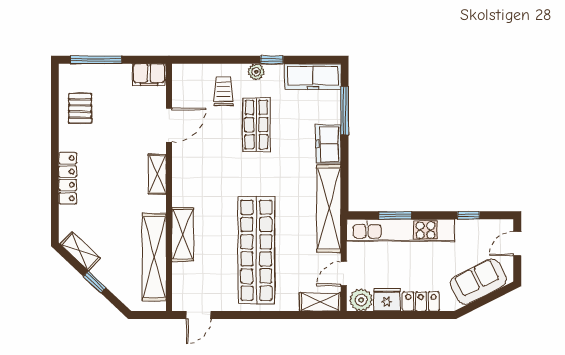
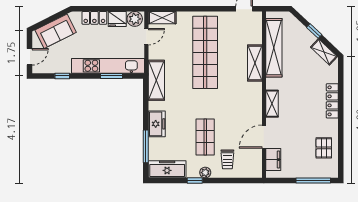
filing cabinet: (149, 75) -> (273, 160), moved, turned 90
shelving: (329, 209) -> (156, 80), width x0.68

